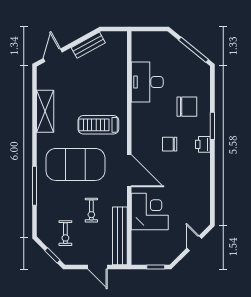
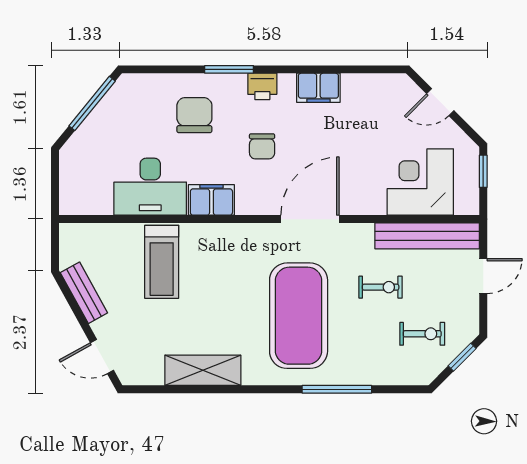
filing cabinet: (140, 116) -> (211, 200), added
treadmill: (98, 125) -> (162, 262), moved
filing cabinet: (202, 176) -> (318, 88), added
corner desk: (150, 211) -> (420, 182), moved

